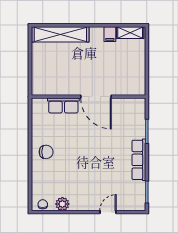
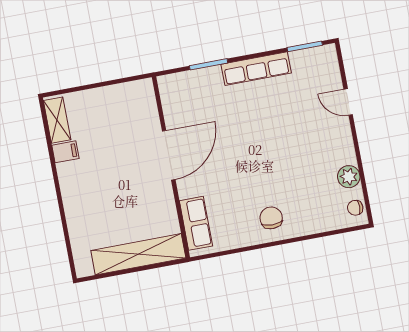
shelving: (60, 34) -> (138, 254), moved, turned 90
row of seats: (63, 105) -> (196, 223), moved

